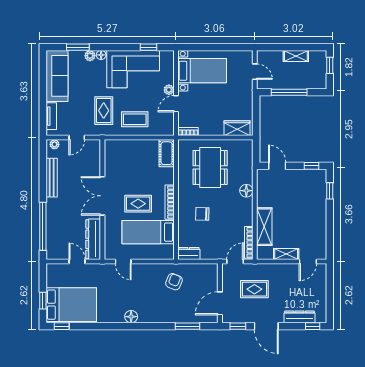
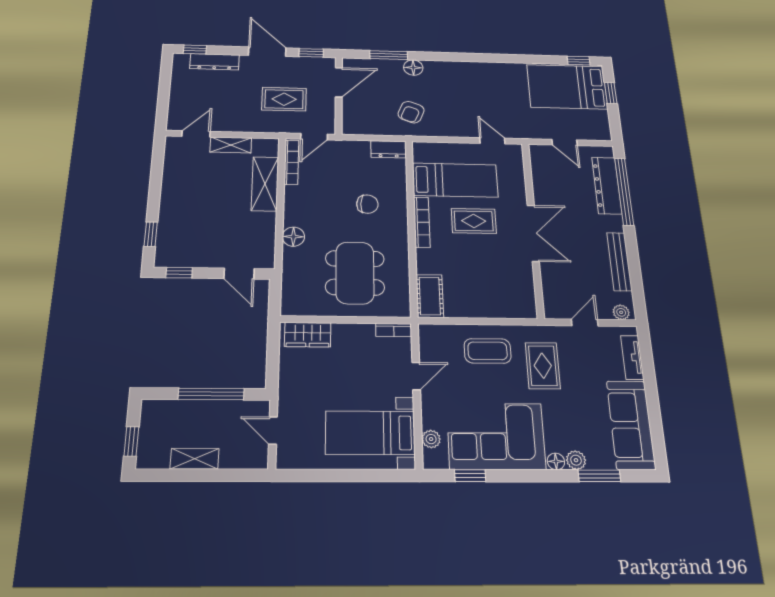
plant: (169, 90) -> (431, 439), moved
dresser: (93, 239) -> (607, 186), moved, turned 180
floor lamp: (131, 317) -> (413, 68), moved

